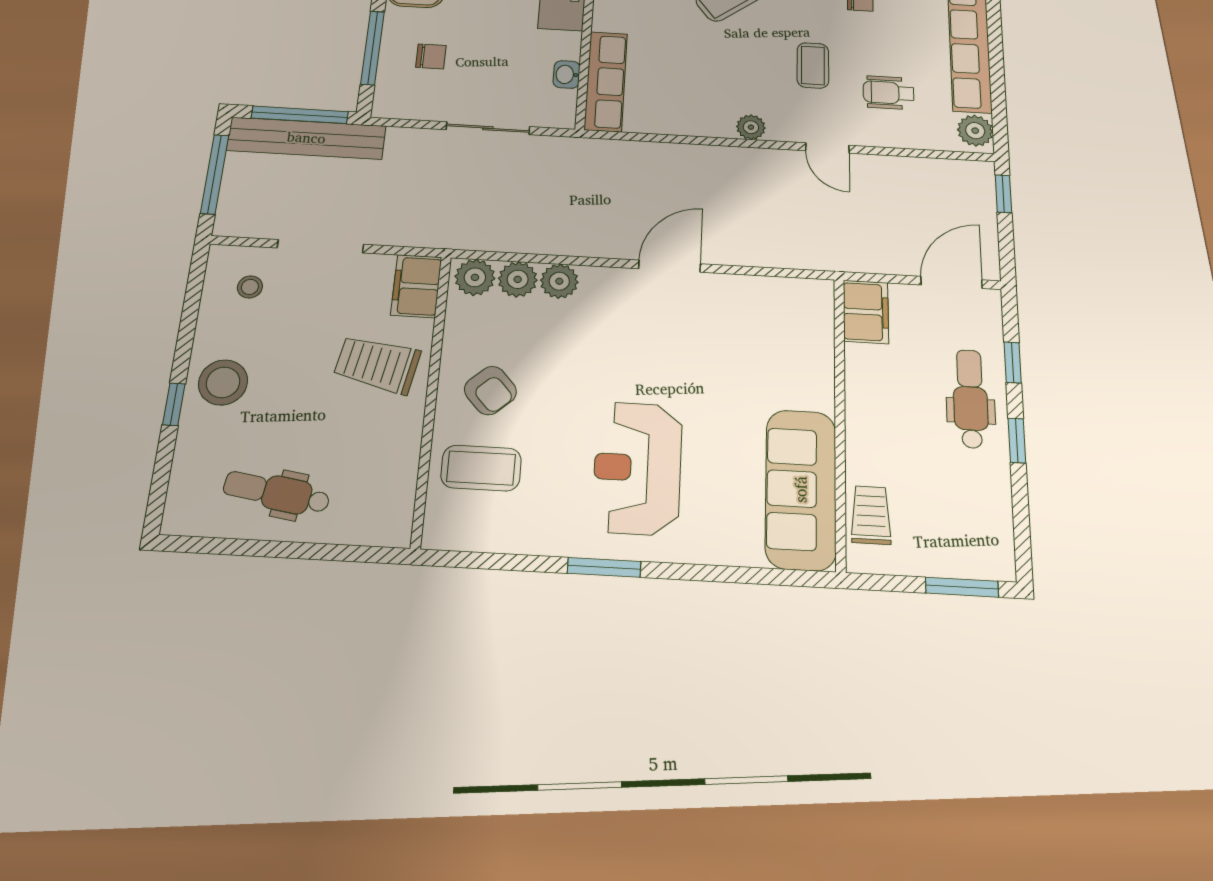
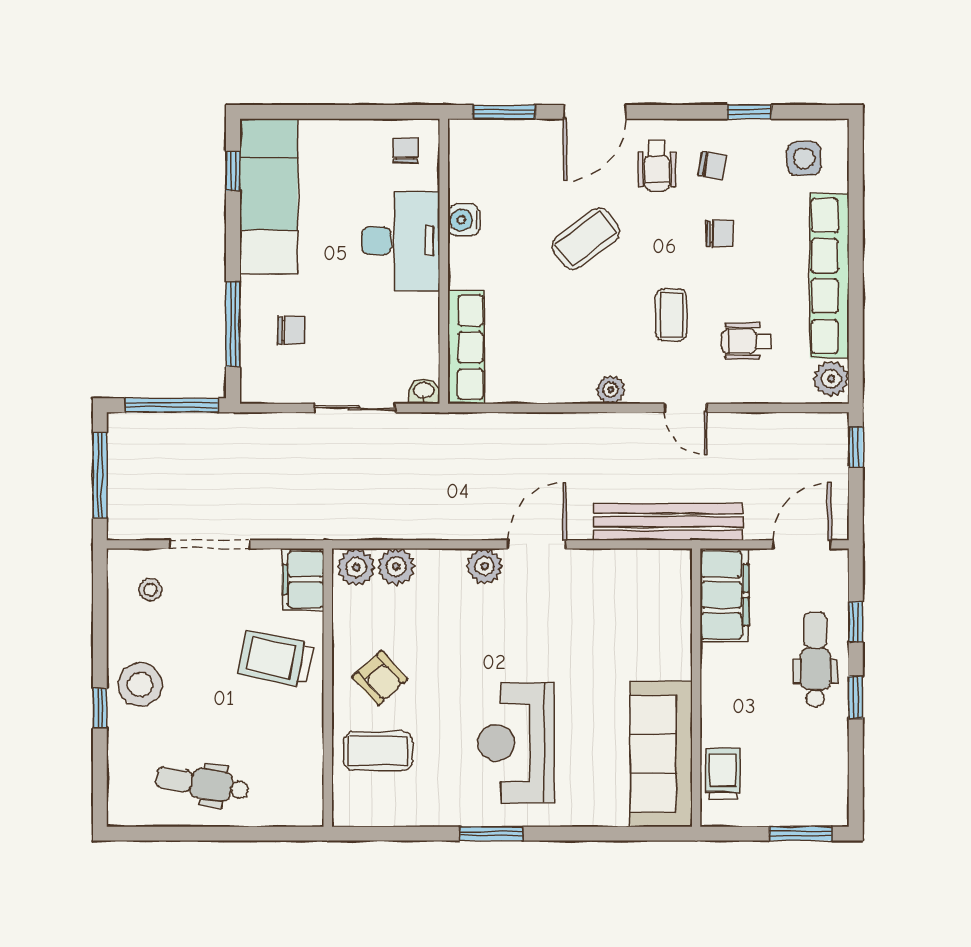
washbasin: (567, 74) -> (424, 391), moved, turned 90
bench: (306, 138) -> (668, 522), moved
plant: (559, 281) -> (485, 566), moved
filing cabinet: (866, 312) -> (724, 595), width x1.50, depth x1.17

